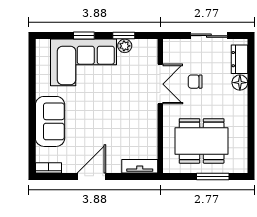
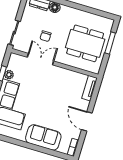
sliding door: (209, 36) -> (14, 33), moved
dining table: (202, 141) -> (85, 43), turned 90

